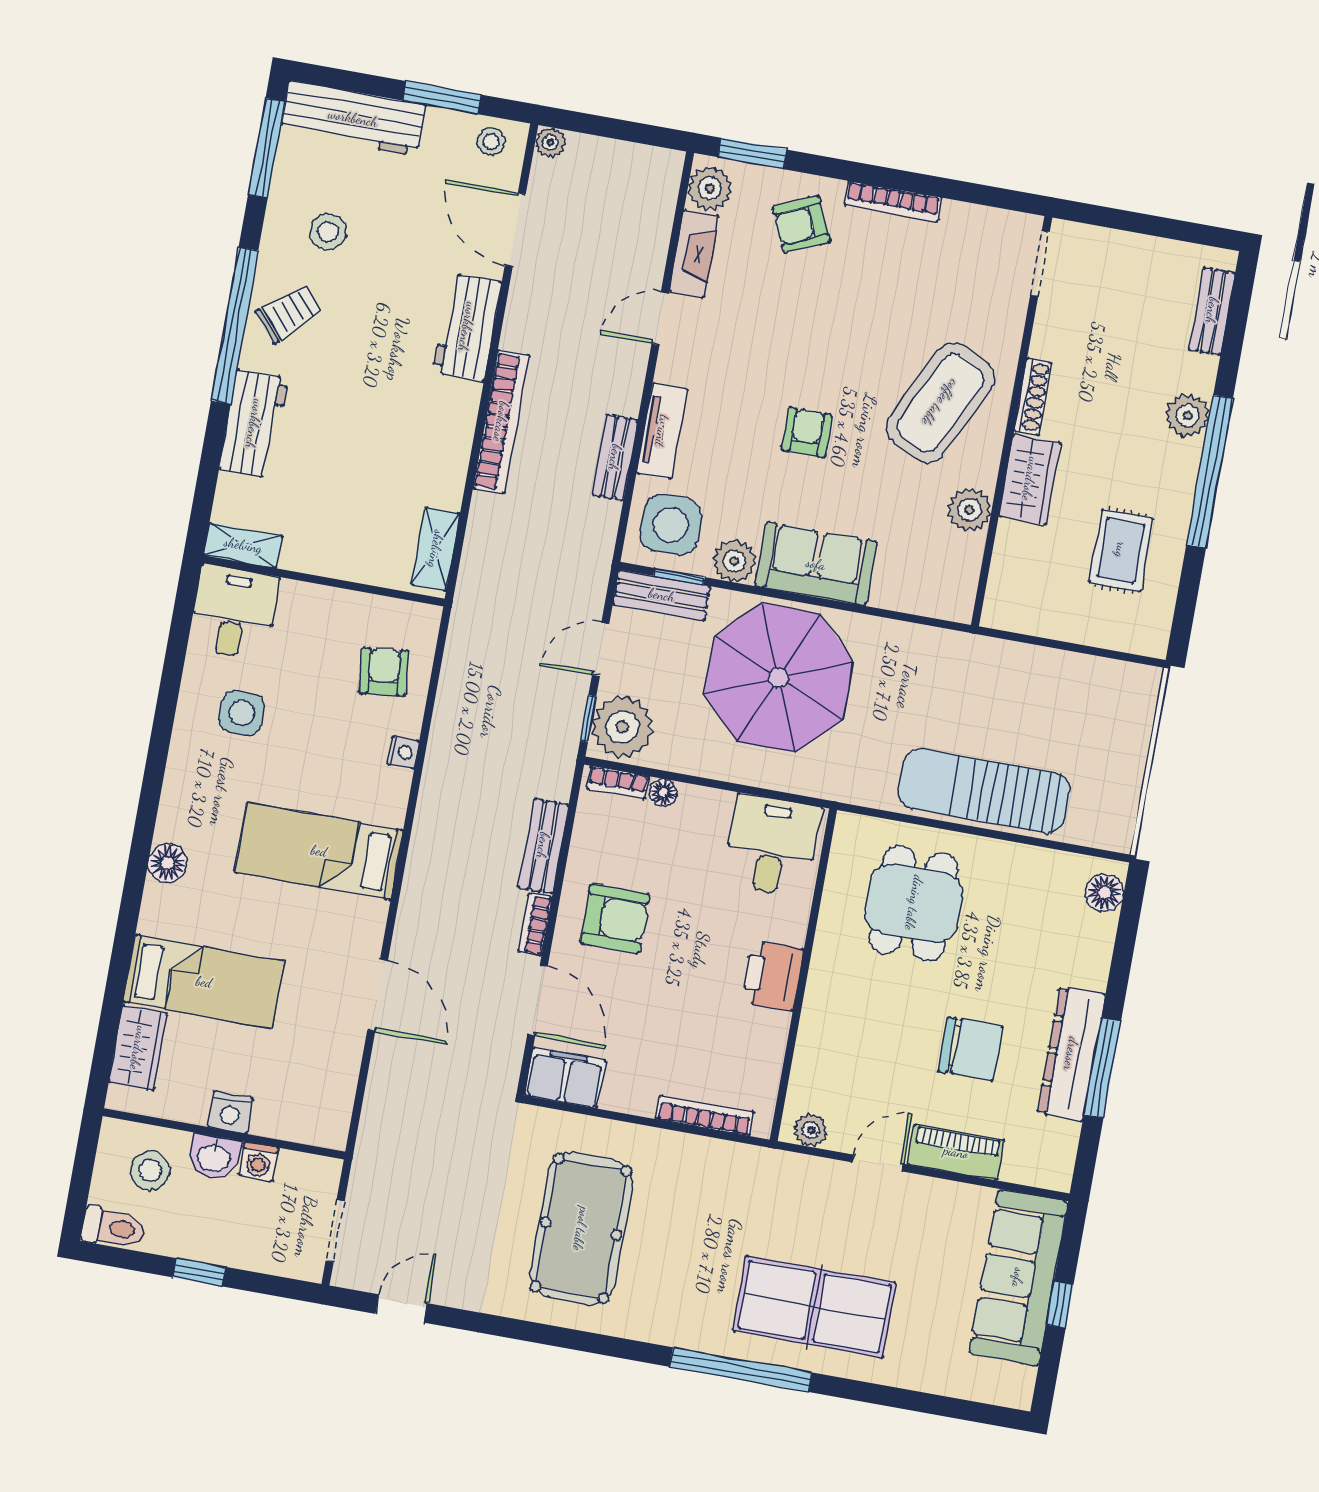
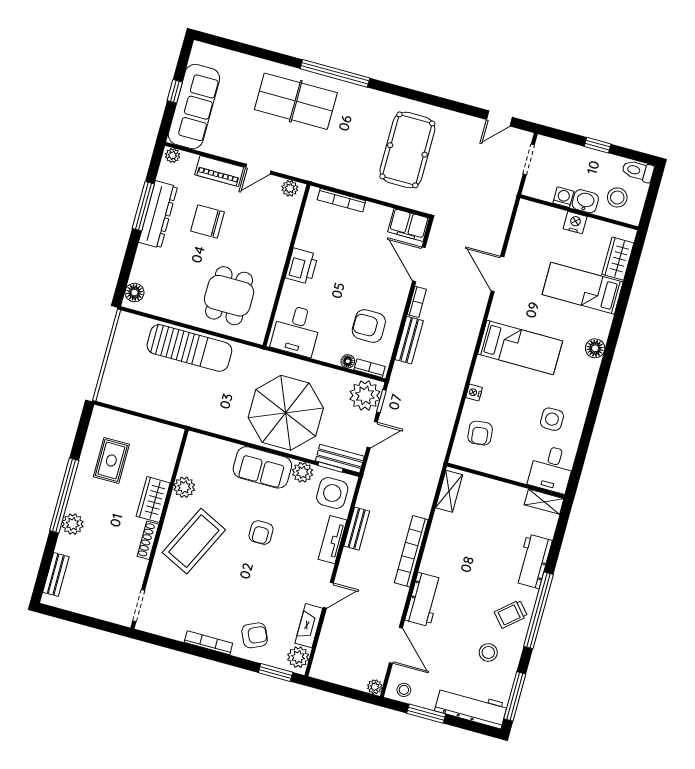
armchair: (615, 918) -> (369, 326), moved
plant: (1053, 1175) -> (173, 155), added

